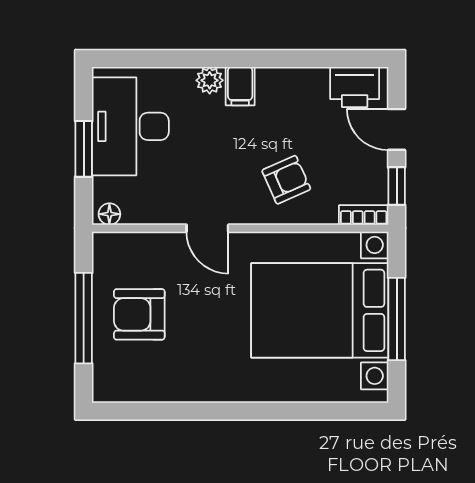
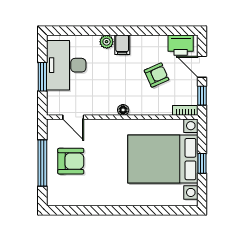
armchair: (286, 180) -> (157, 75), moved
floor lamp: (109, 214) -> (123, 110), moved
door: (207, 228) -> (73, 117), moved
armchair: (139, 314) -> (71, 161), turned 180
window: (397, 319) -> (202, 163), width x0.46

